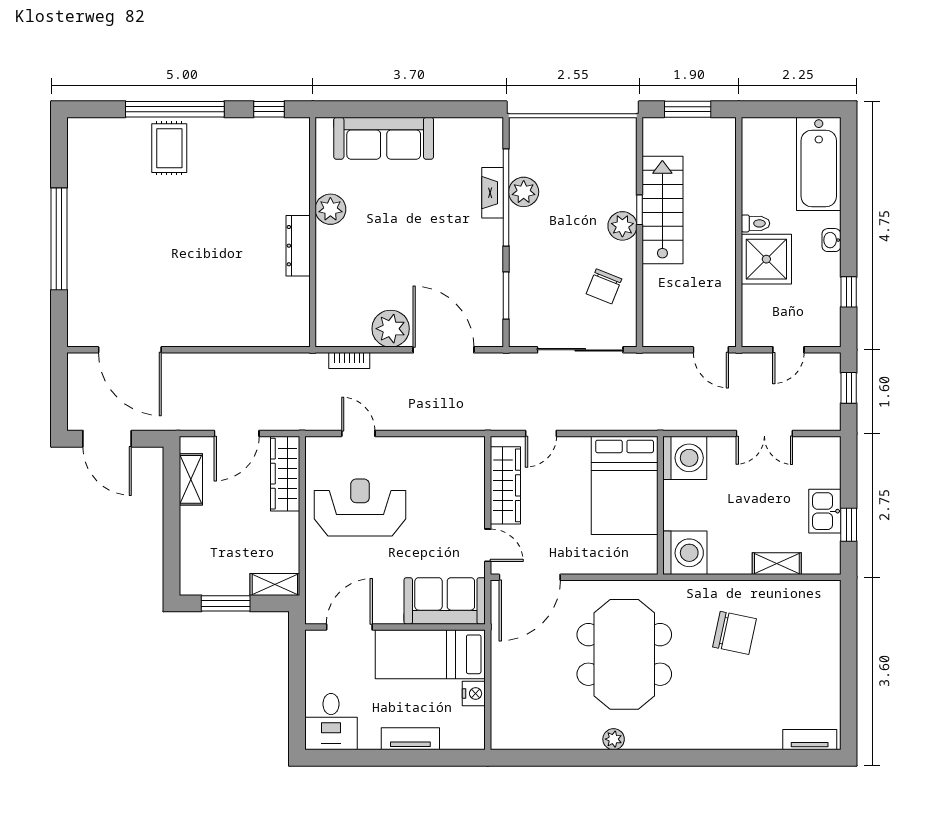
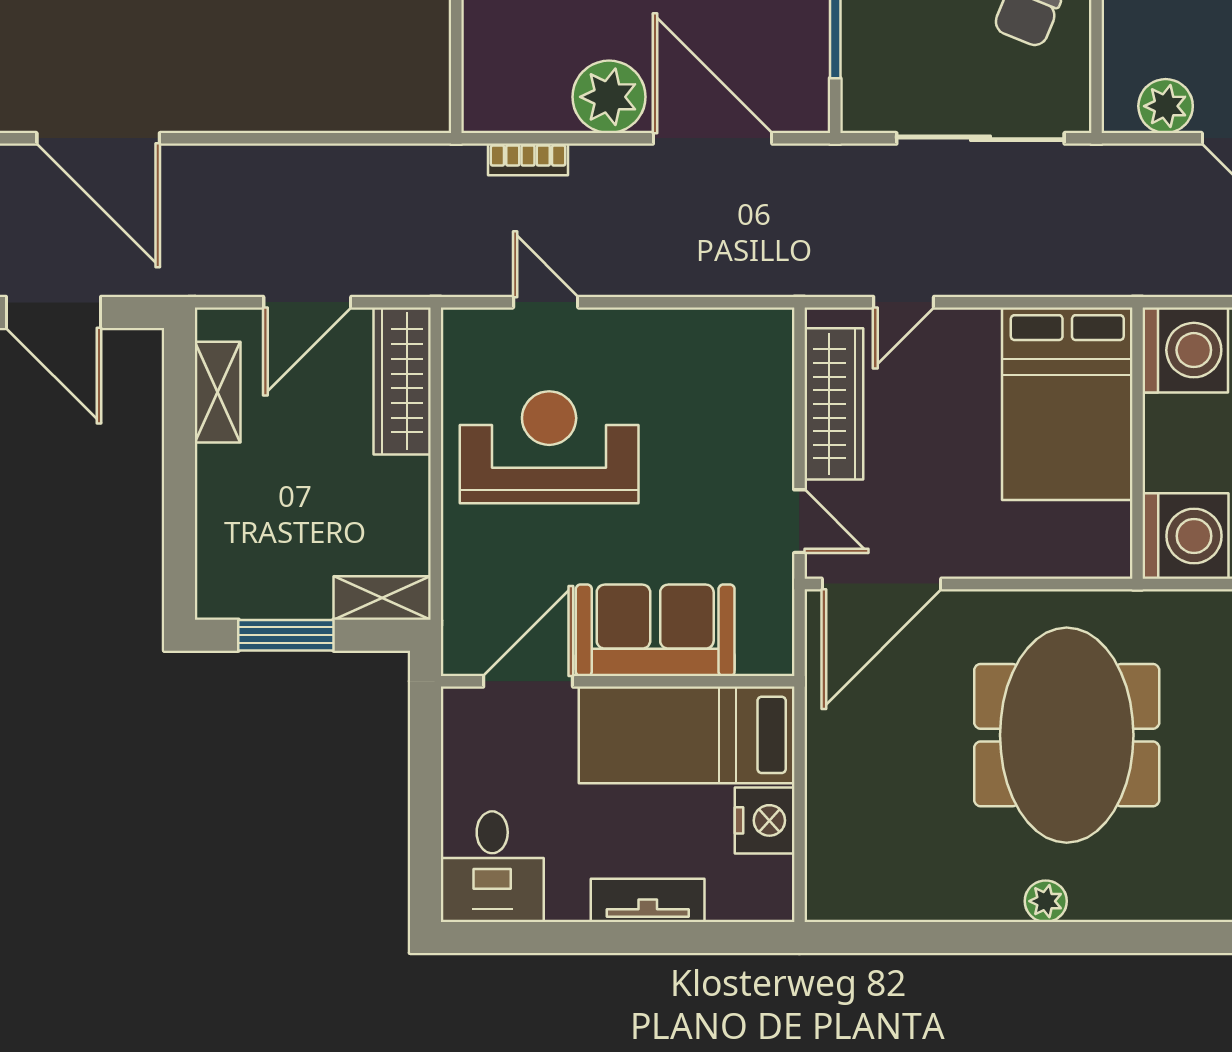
plant: (675, 333) -> (1166, 106), added
sofa: (445, 601) -> (655, 630), moved
nightstand: (474, 694) -> (765, 820), width x1.36, depth x1.33

